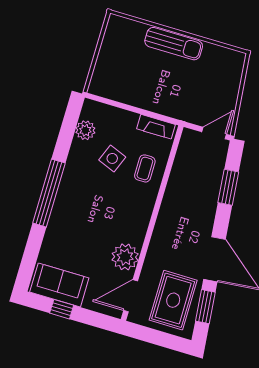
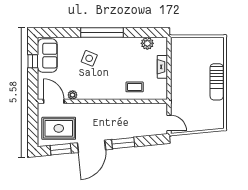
fireplace: (156, 127) -> (162, 67), moved
side table: (112, 158) -> (89, 58), moved
window: (228, 187) -> (123, 143), moved
plant: (125, 257) -> (73, 95), width x0.53, depth x0.53

